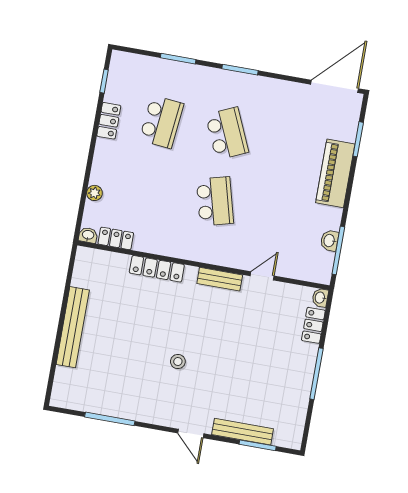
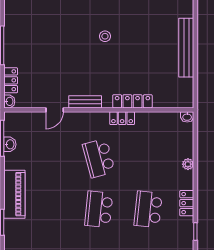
school desk: (227, 133) -> (99, 209), turned 30
plant: (94, 193) -> (188, 164), moved
locker: (116, 238) -> (122, 118), moved

